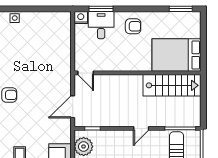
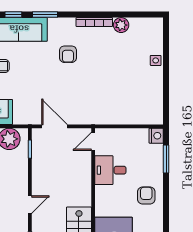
desk: (101, 25) -> (110, 170), moved, turned 180
armchair: (133, 26) -> (146, 195), turned 180
door: (141, 128) -> (30, 205), swing flipped

